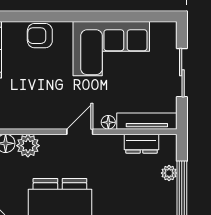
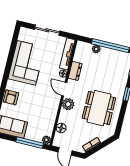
dresser: (141, 144) -> (75, 71), moved
plant: (28, 146) -> (68, 104), moved

